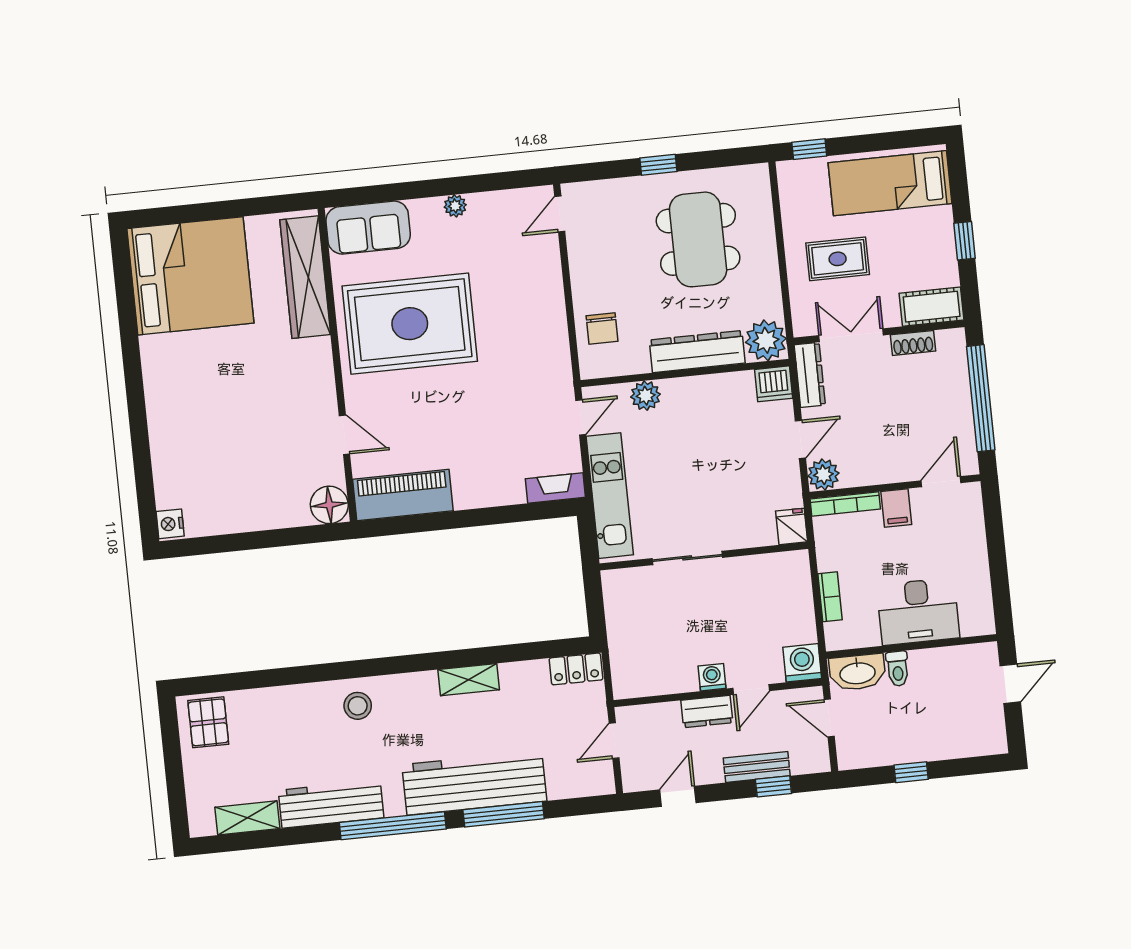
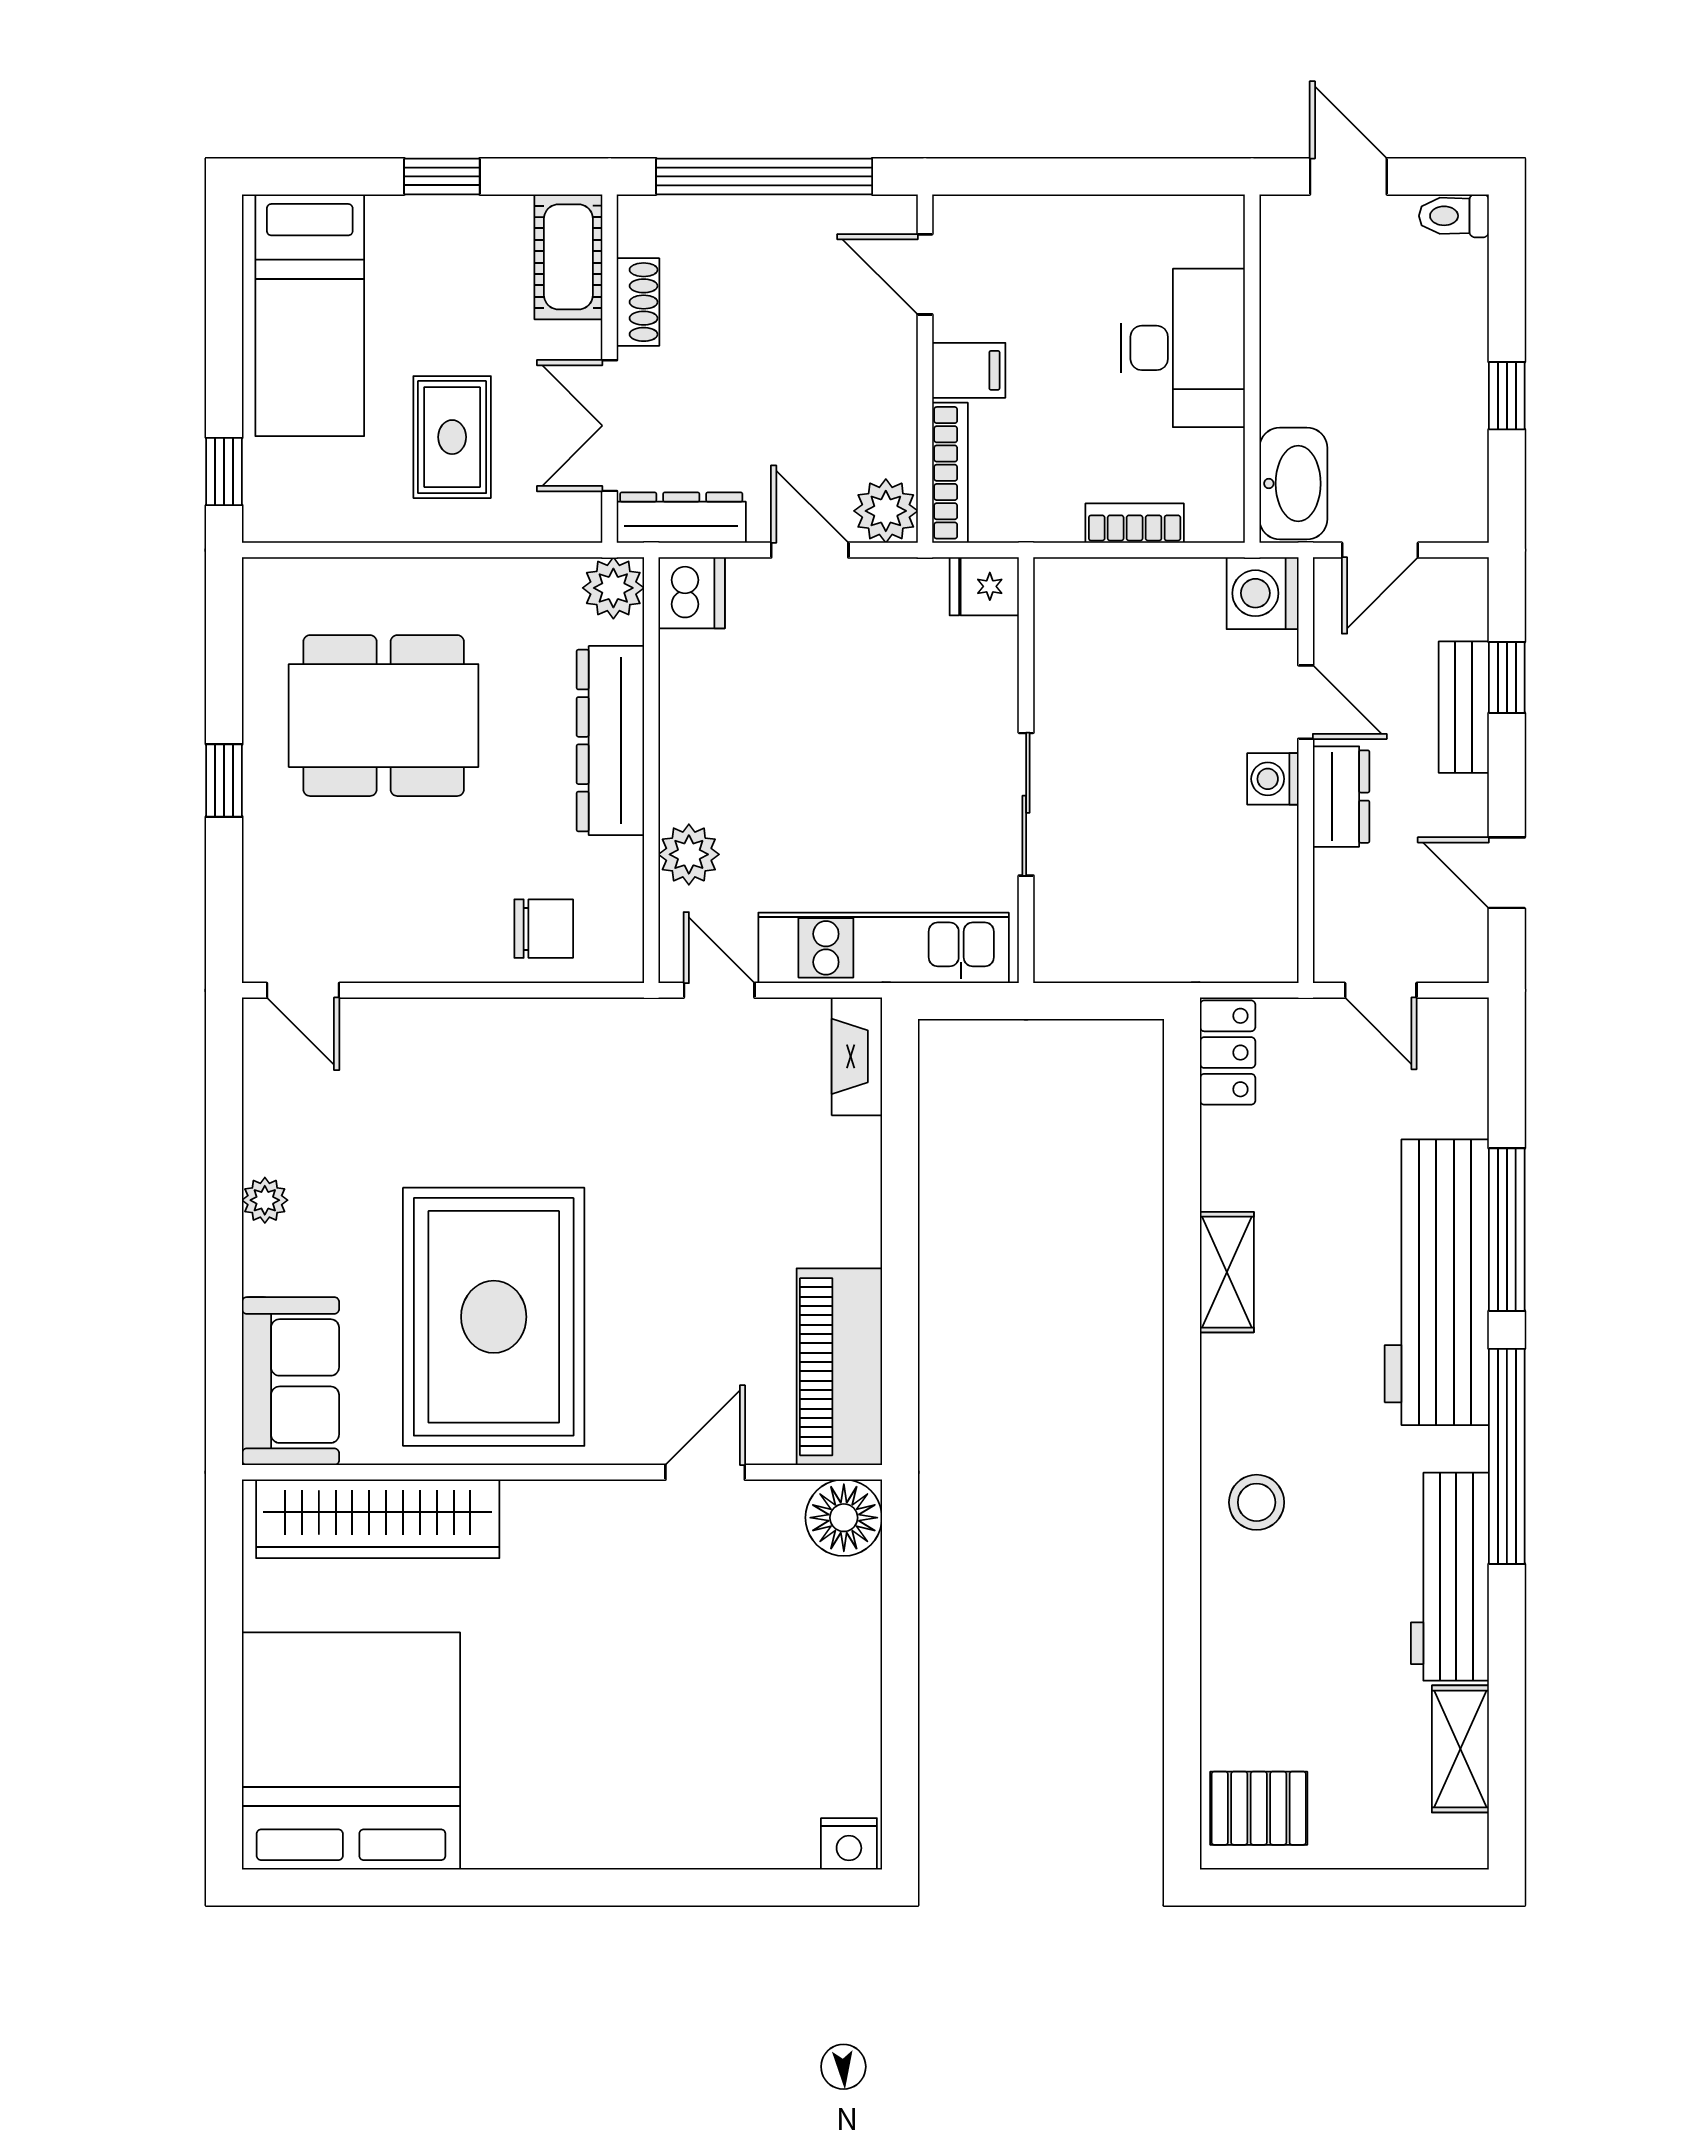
plant: (766, 340) -> (613, 588), width x0.73, depth x0.73
toilet: (898, 669) -> (1454, 216), moved, turned 180

